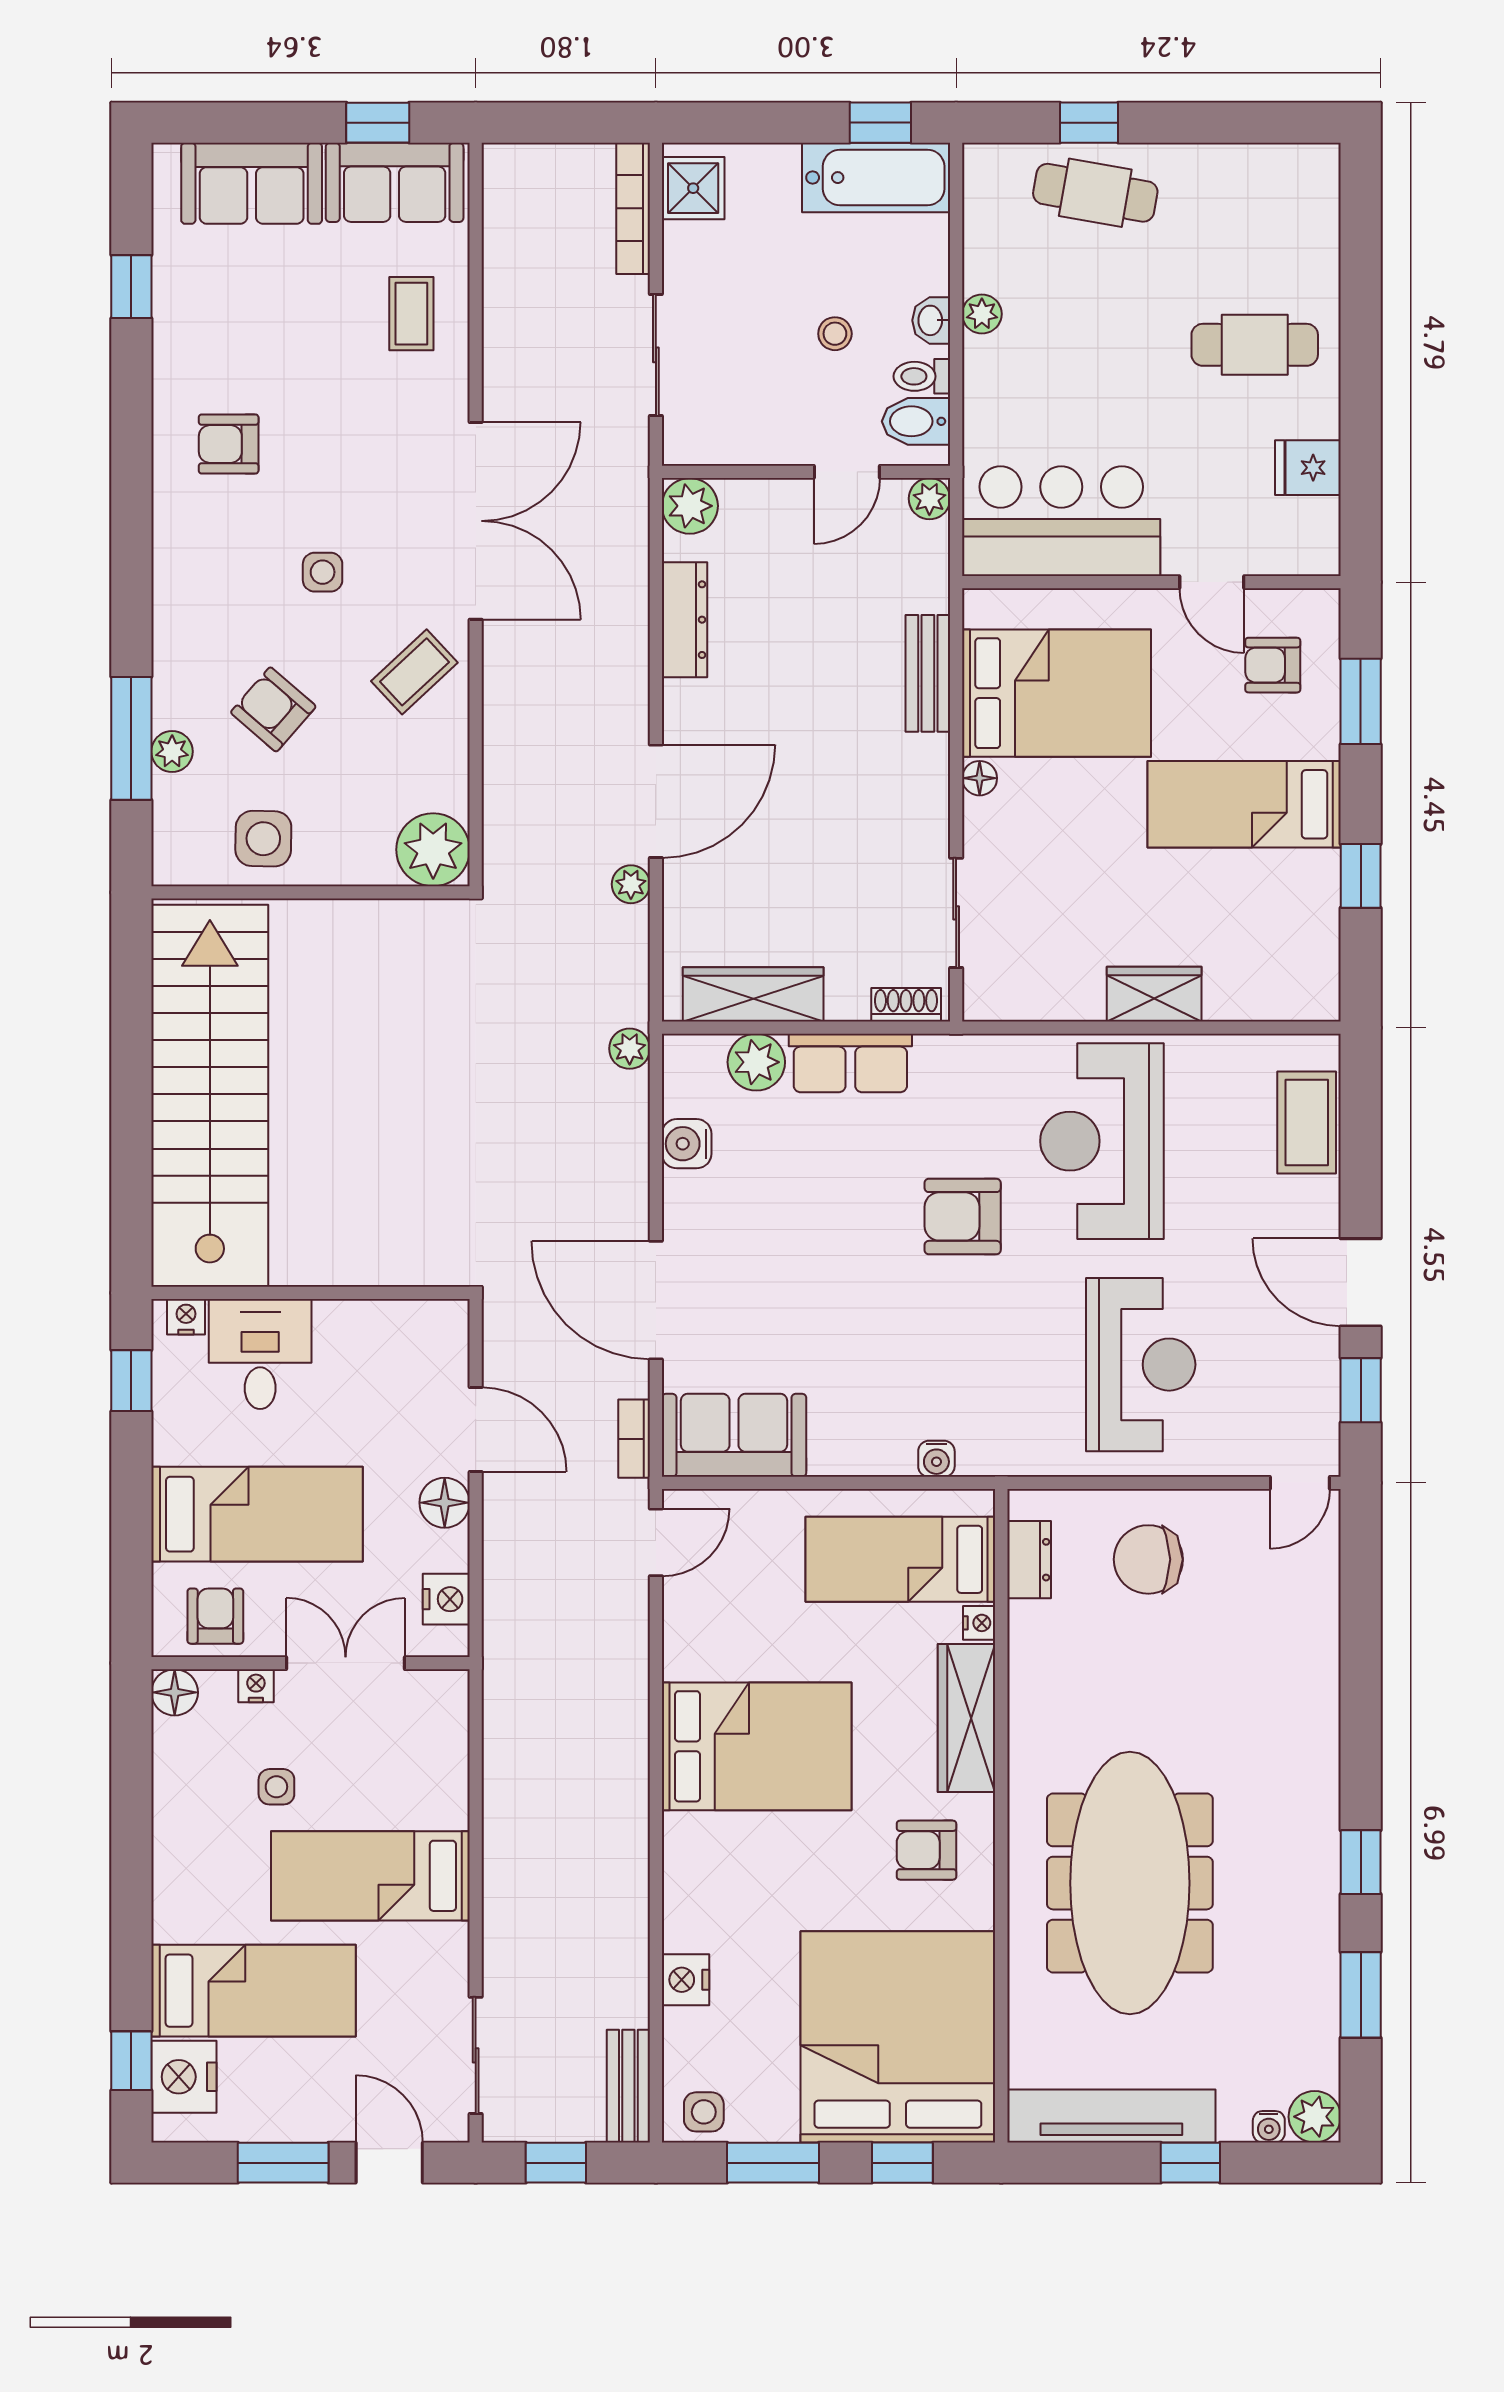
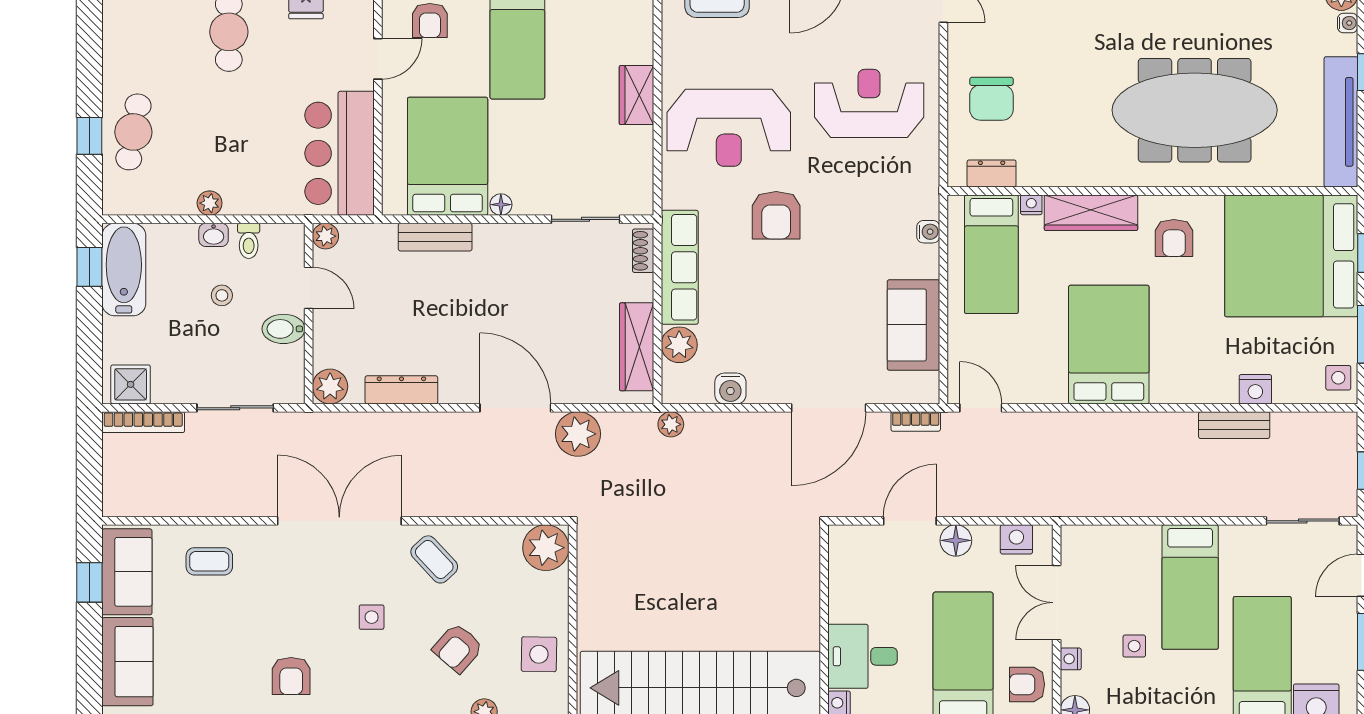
bidet: (916, 421) -> (284, 329), moved, turned 90
plant: (631, 884) -> (578, 434), width x1.88, depth x1.88
row of seats: (850, 1063) -> (680, 267), width x1.48
sofa: (734, 1435) -> (913, 325), moved
bench: (628, 2086) -> (1234, 425), moved

